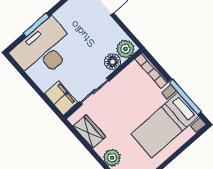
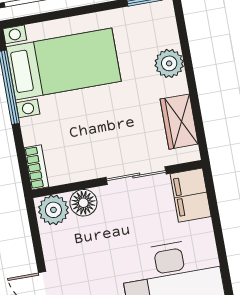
bookcase: (152, 70) -> (36, 167), width x0.64

